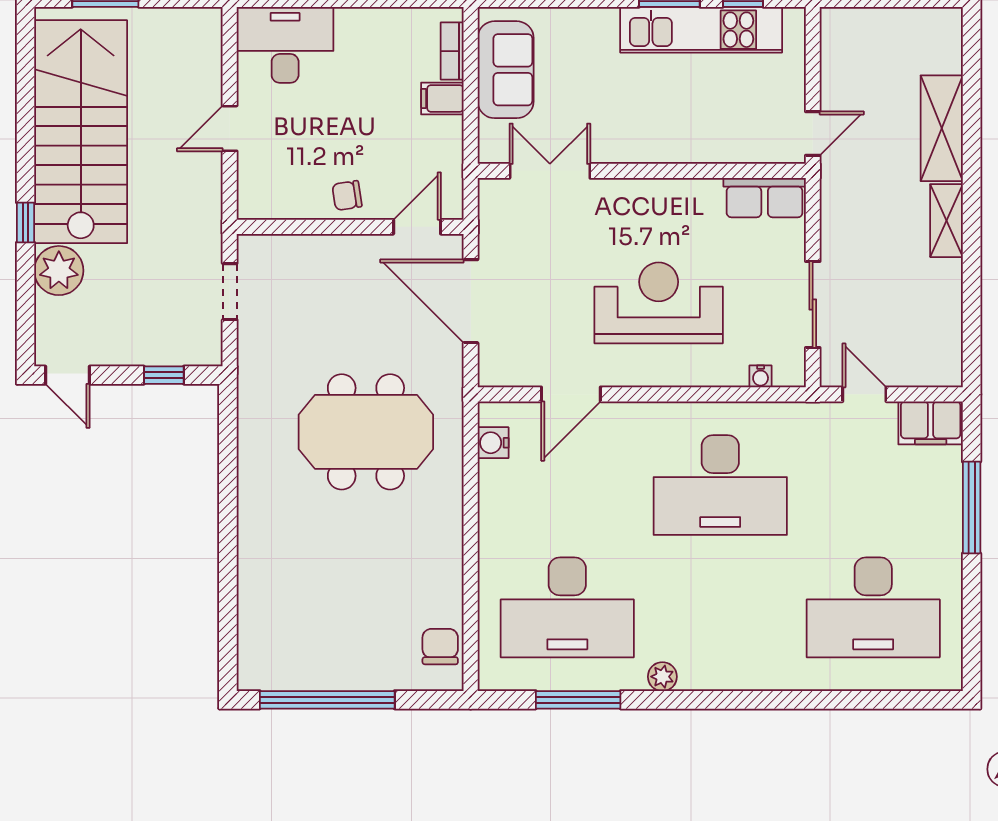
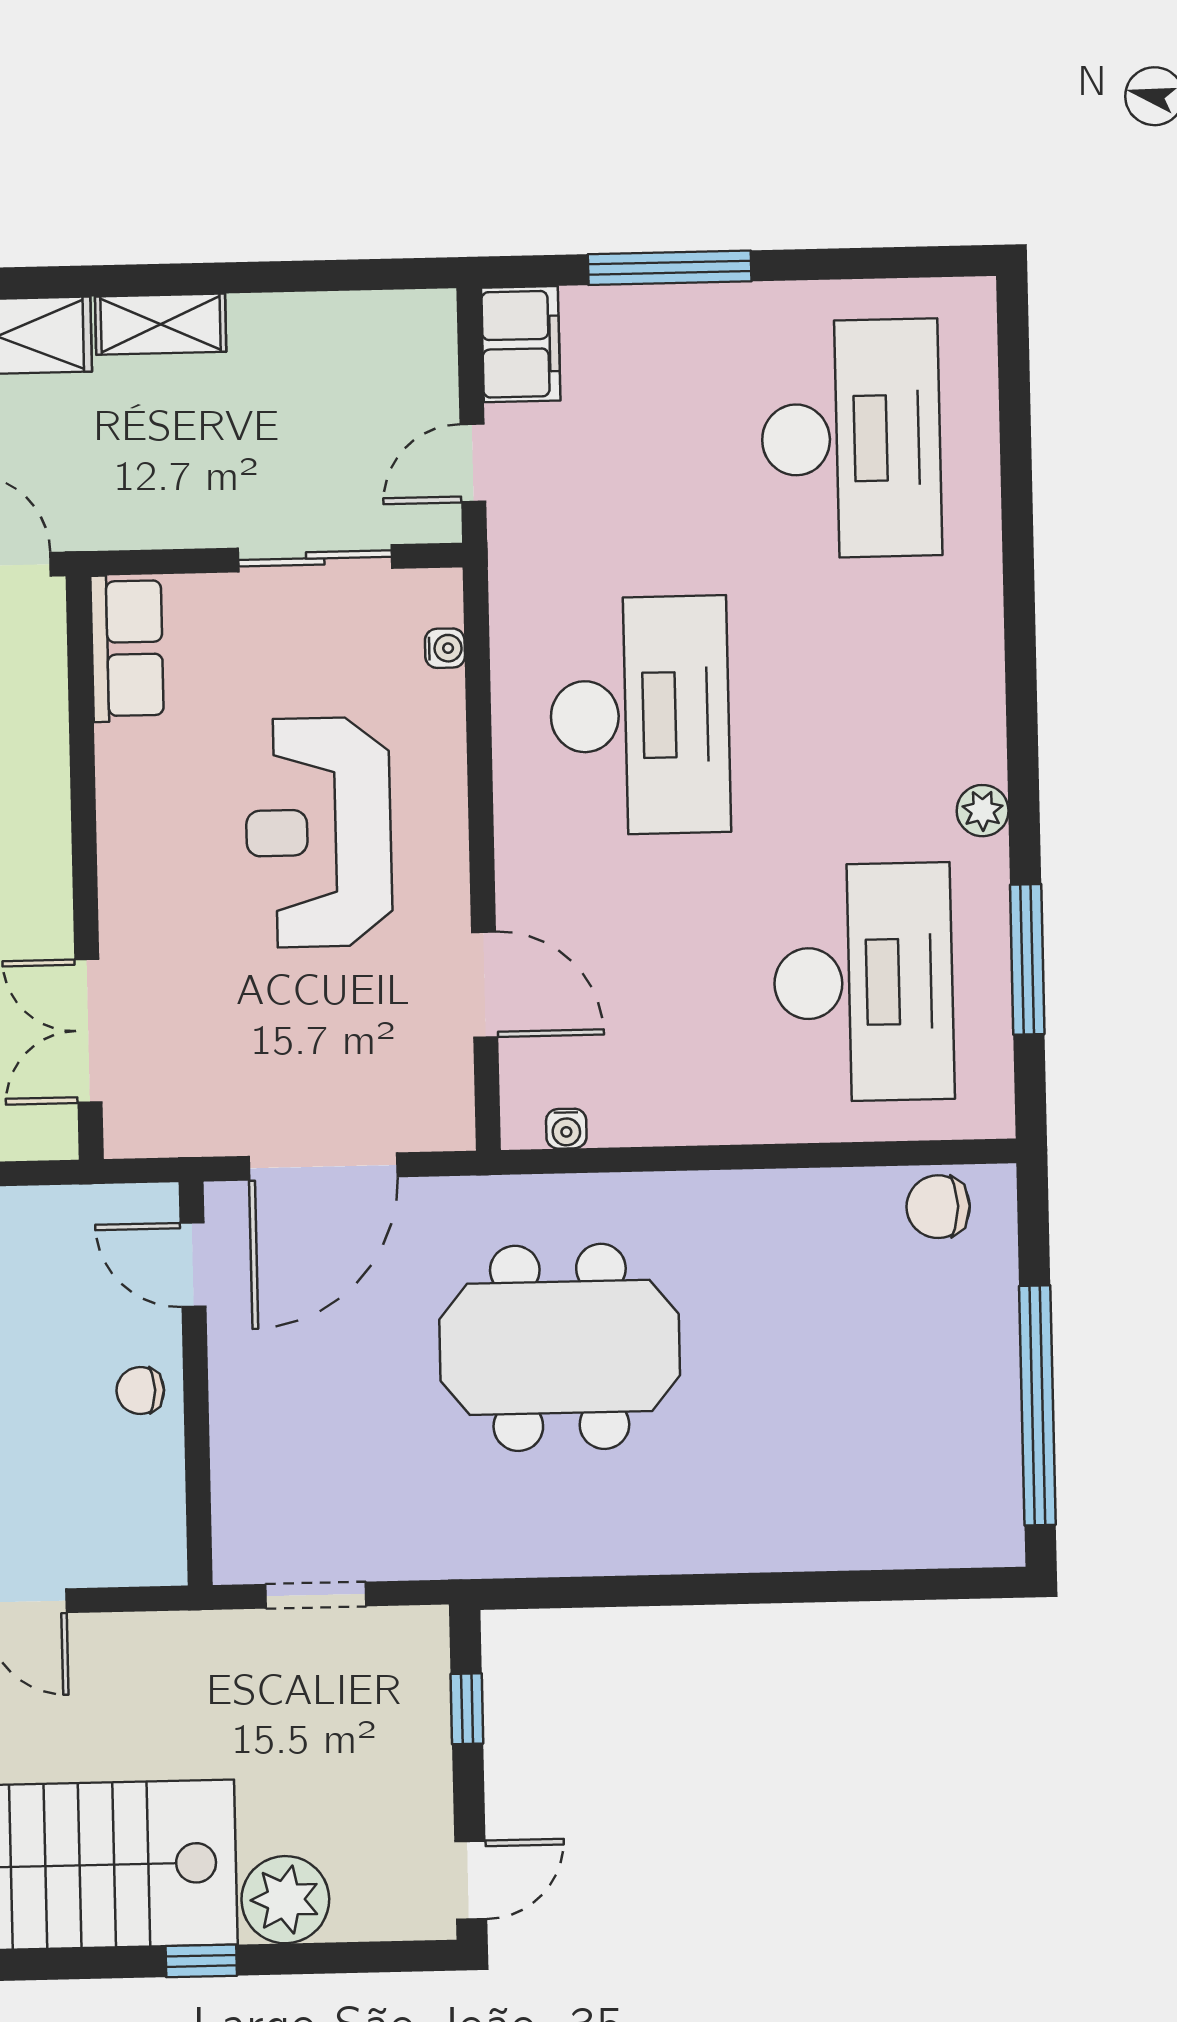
chair: (347, 196) -> (140, 1391), turned 99
meeting table: (366, 432) -> (560, 1347), turned 90
water cooler: (493, 443) -> (566, 1129), width x0.72, depth x0.72

